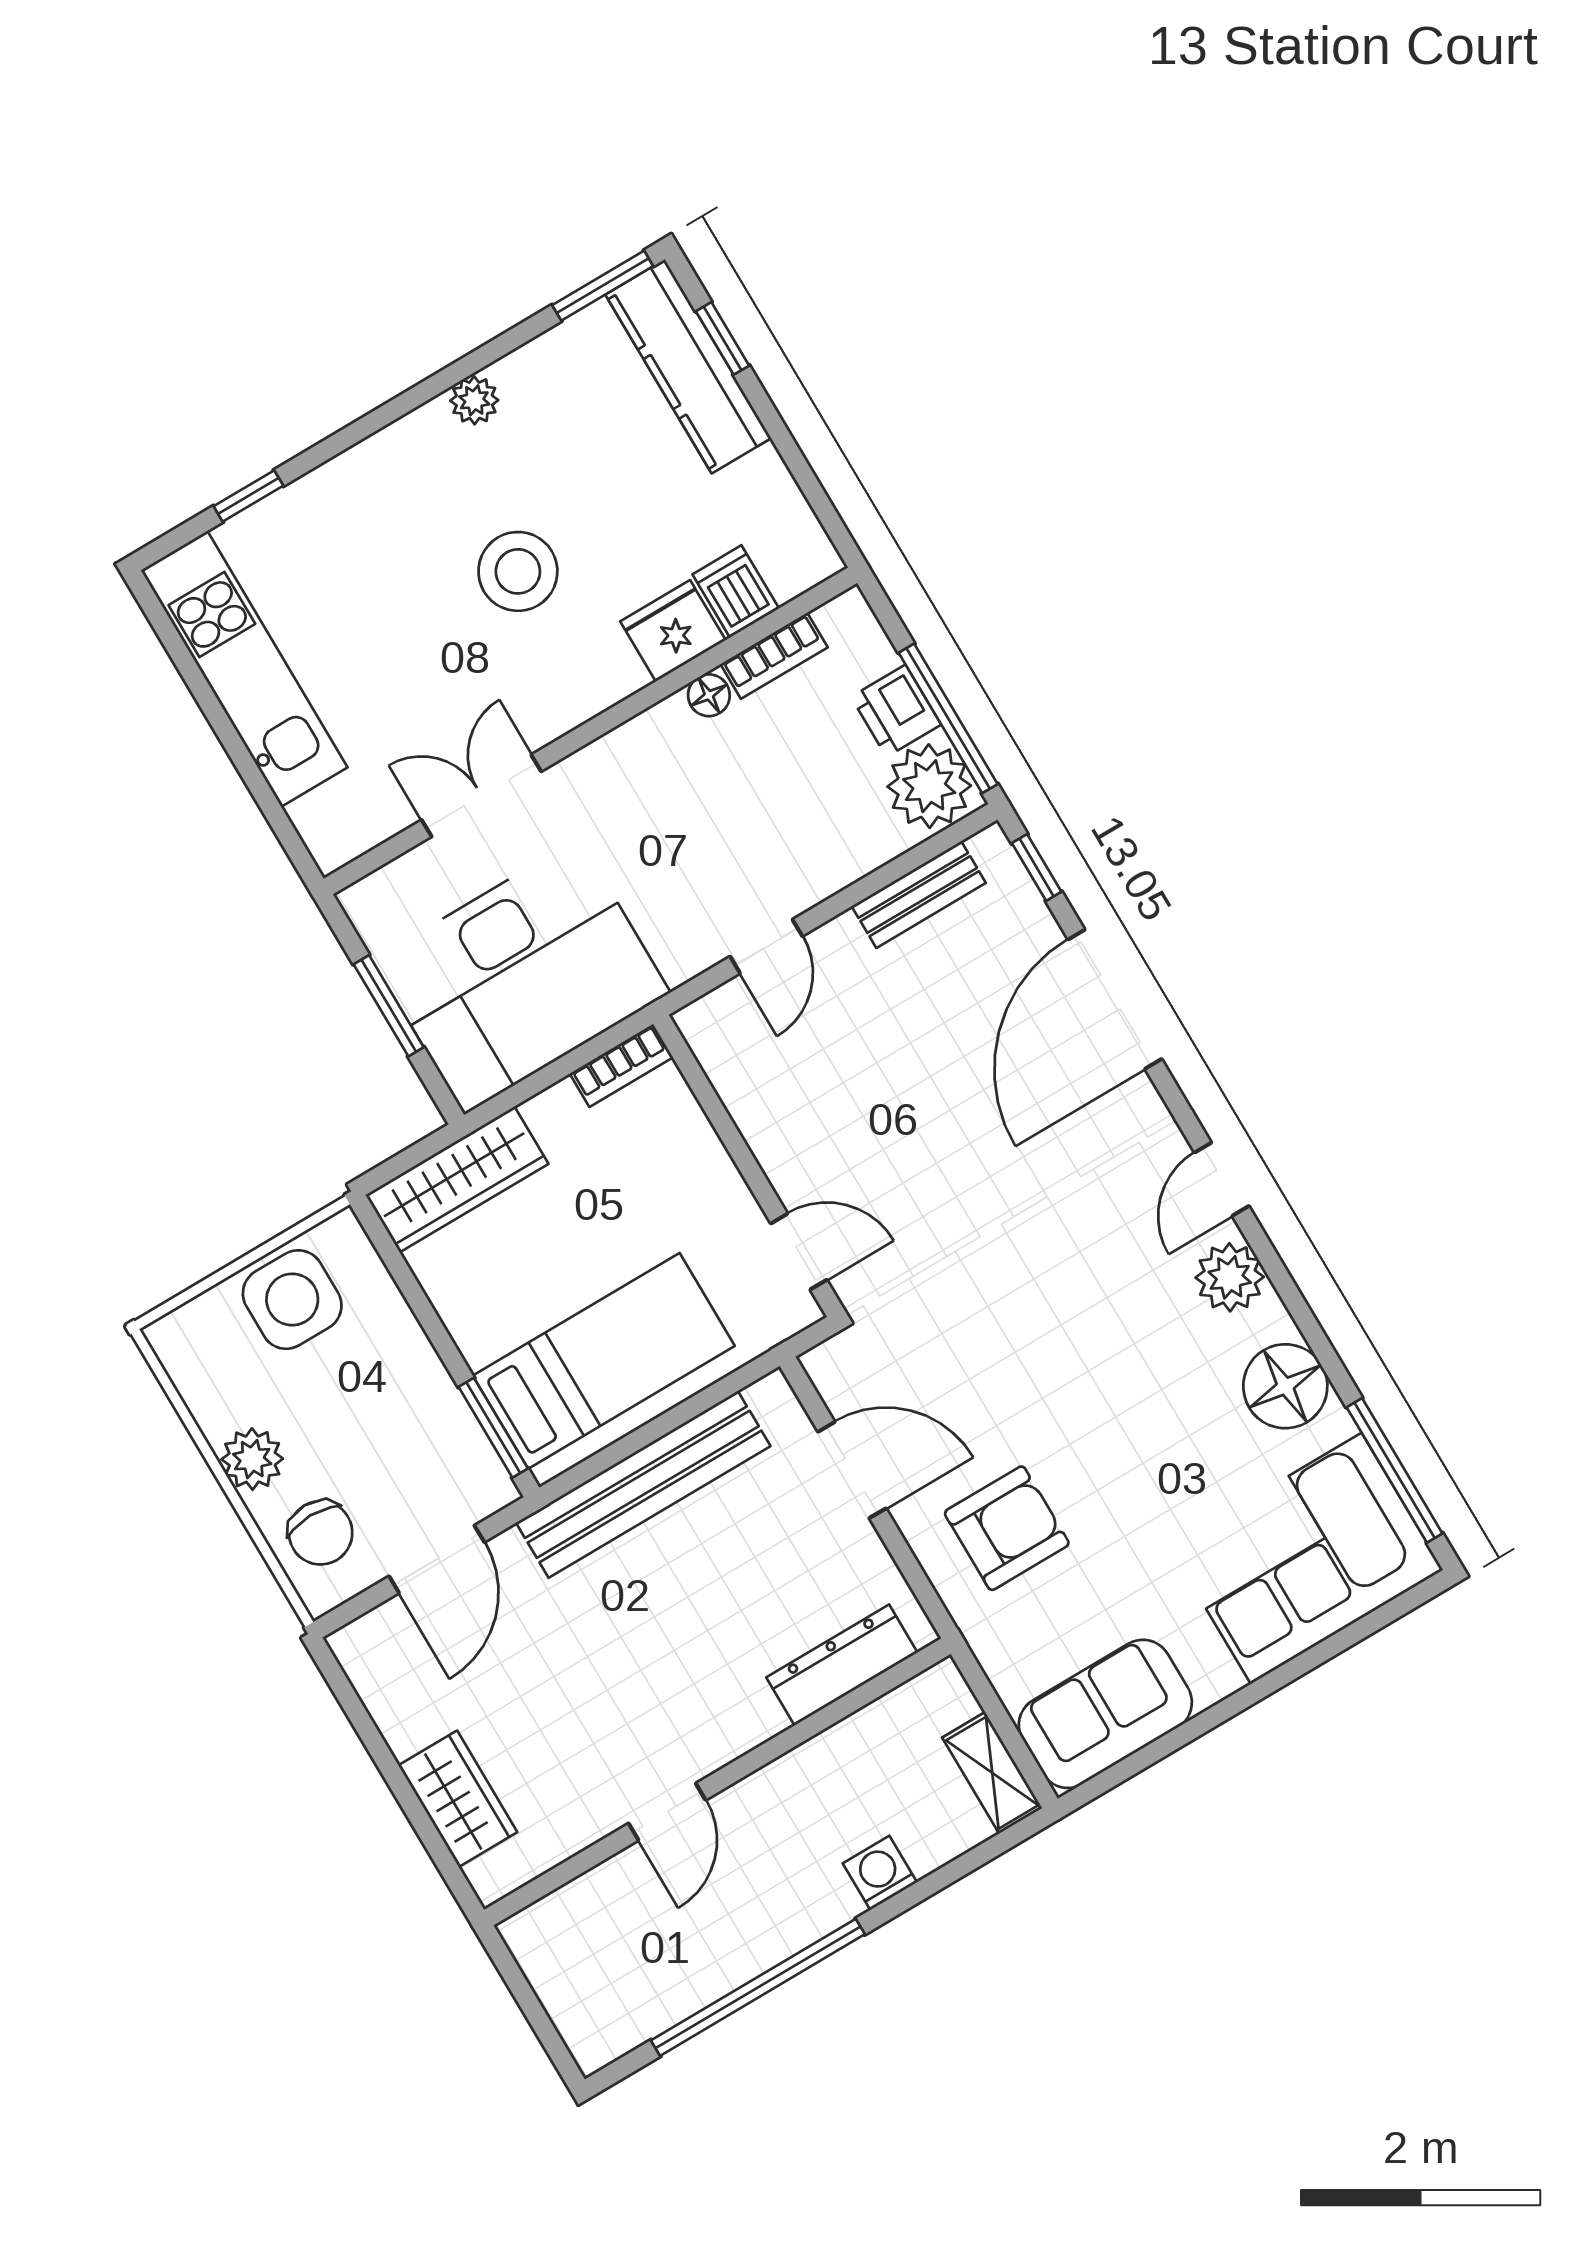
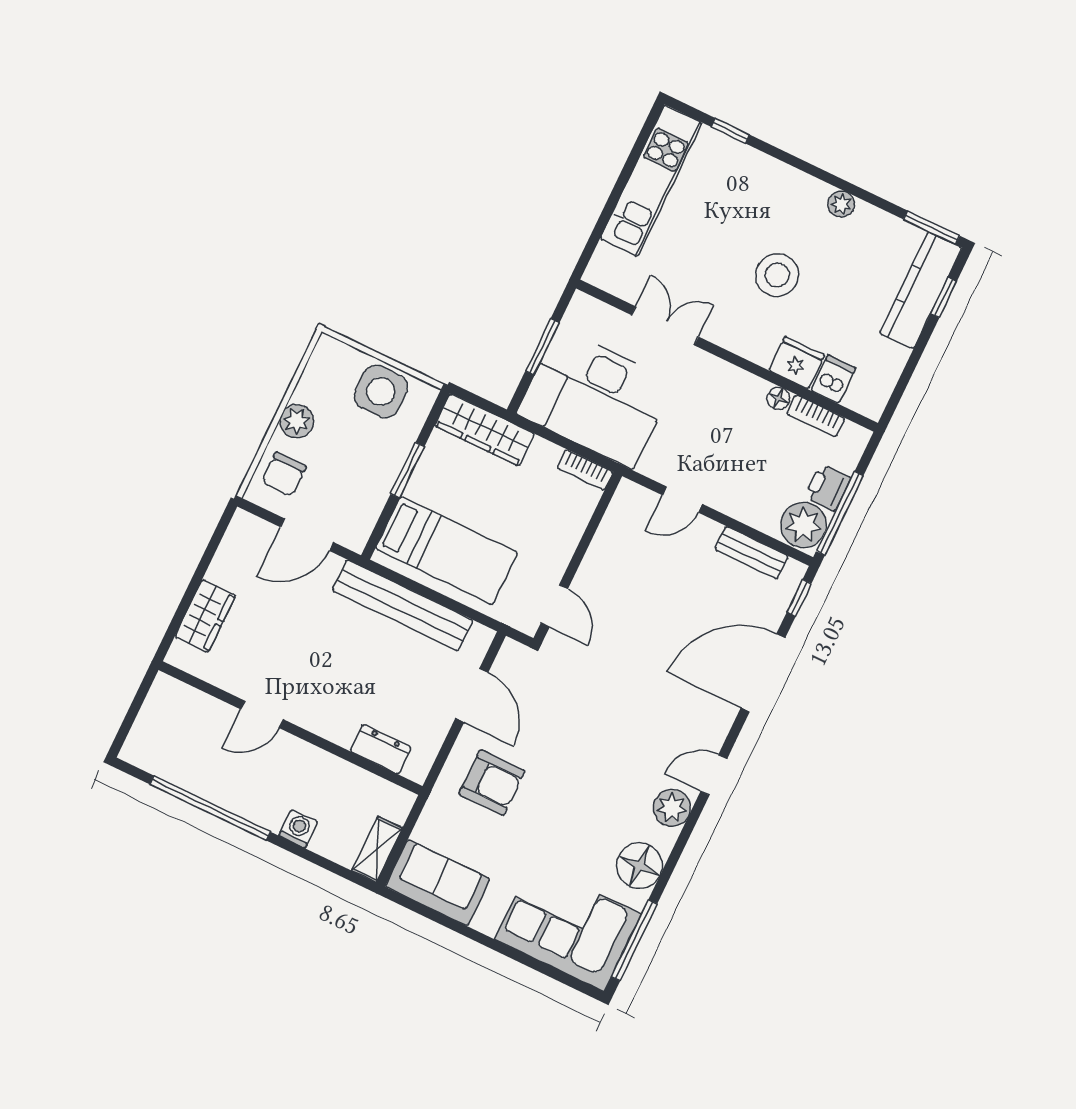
window: (493, 1428) -> (408, 470), moved
dresser: (842, 1665) -> (381, 749), width x0.70

